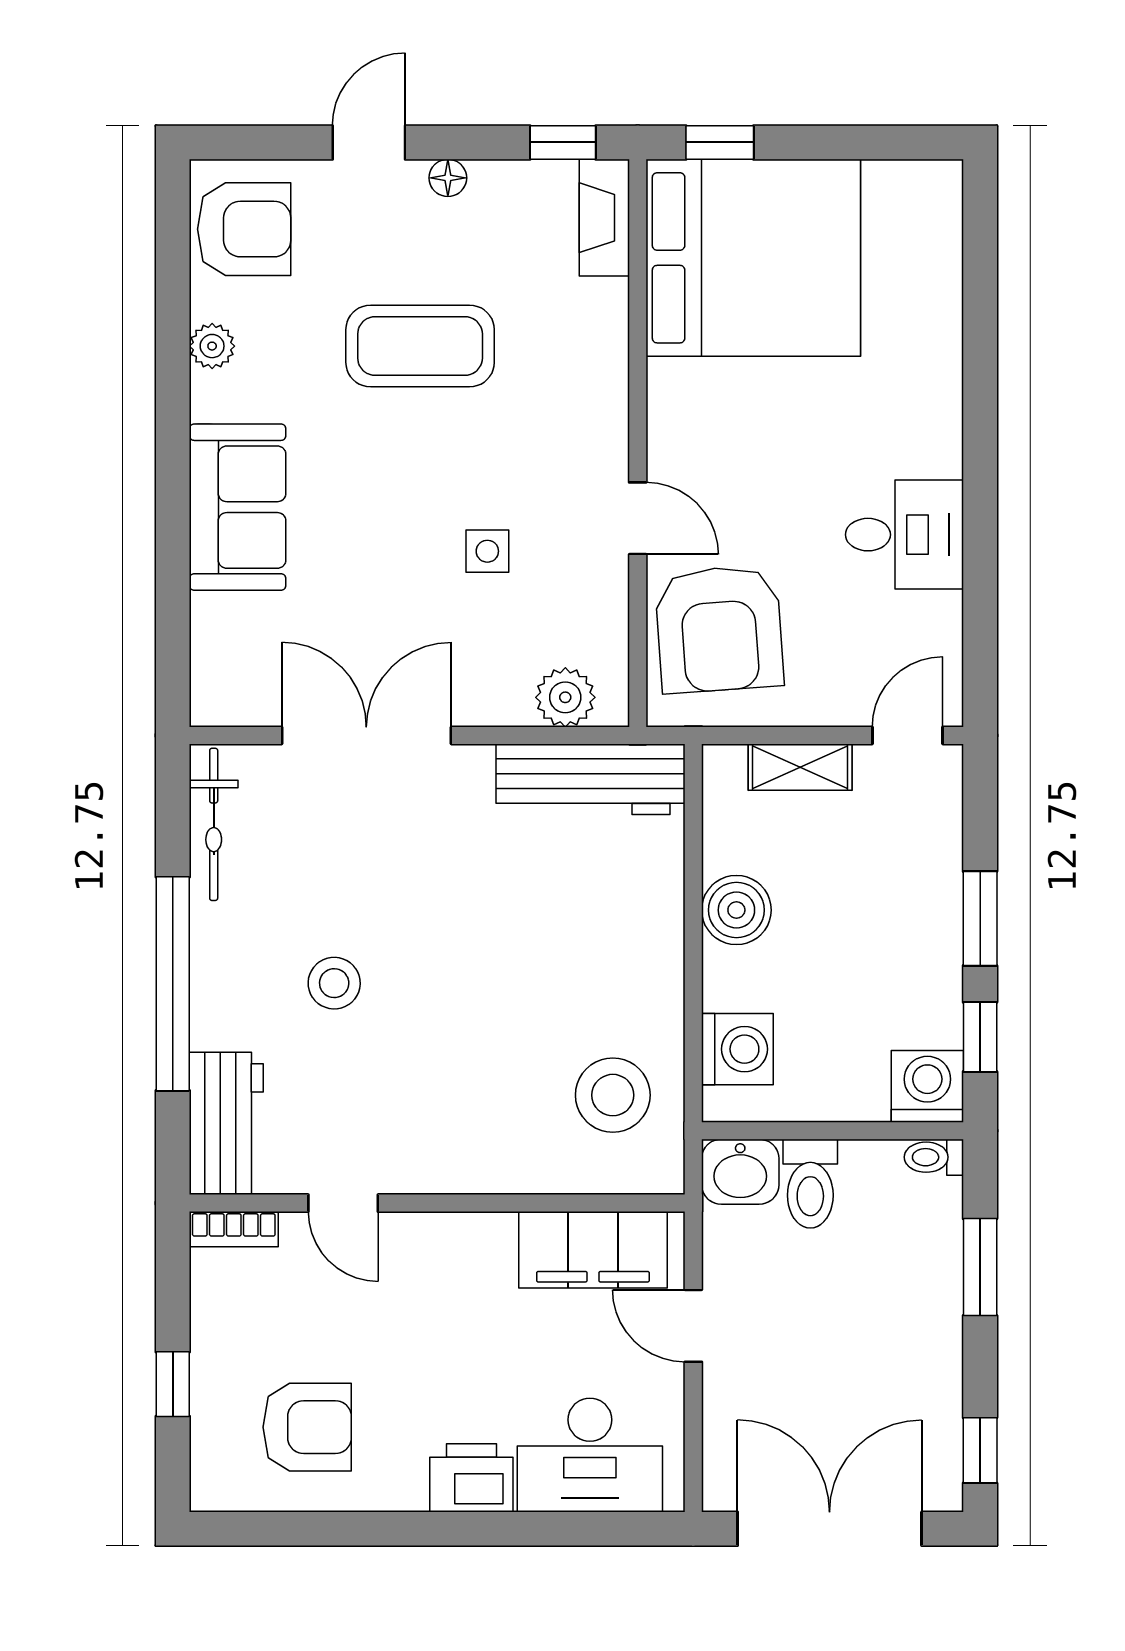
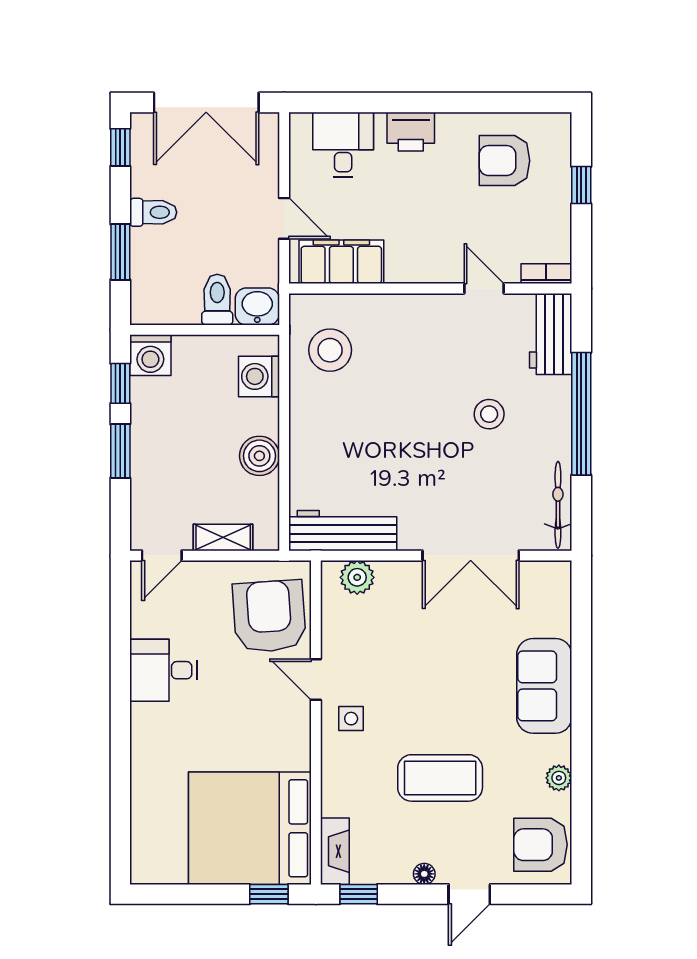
side table: (487, 551) -> (351, 719), moved
toilet: (934, 1157) -> (153, 212), moved, width x1.37, depth x1.39
desk: (590, 1455) -> (343, 145), width x0.73

